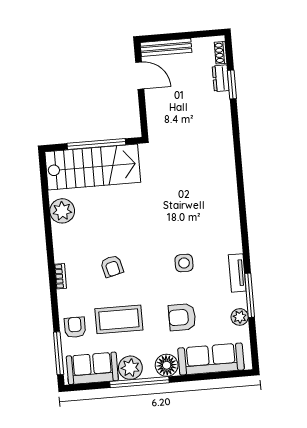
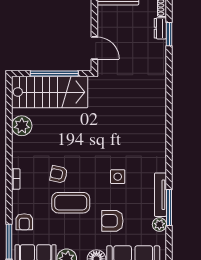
door: (140, 76) -> (94, 48), moved
armchair: (112, 266) -> (59, 174), turned 116
tv unit: (237, 273) -> (160, 195), width x1.41
coffee table: (119, 319) -> (71, 203), moved
armchair: (75, 327) -> (24, 222), turned 180

